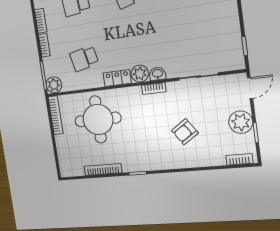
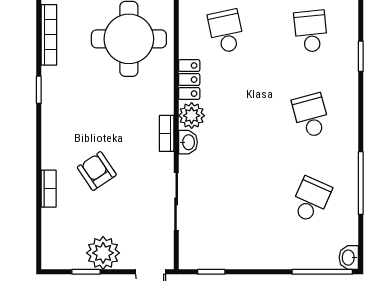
bookcase: (239, 159) -> (49, 189), moved

